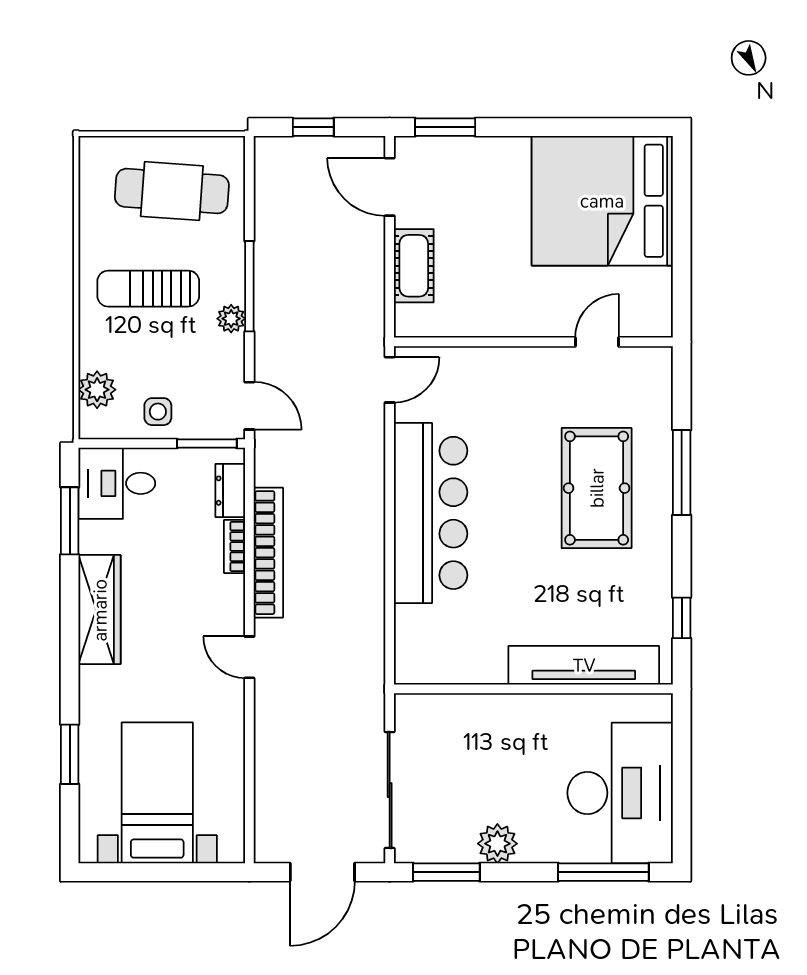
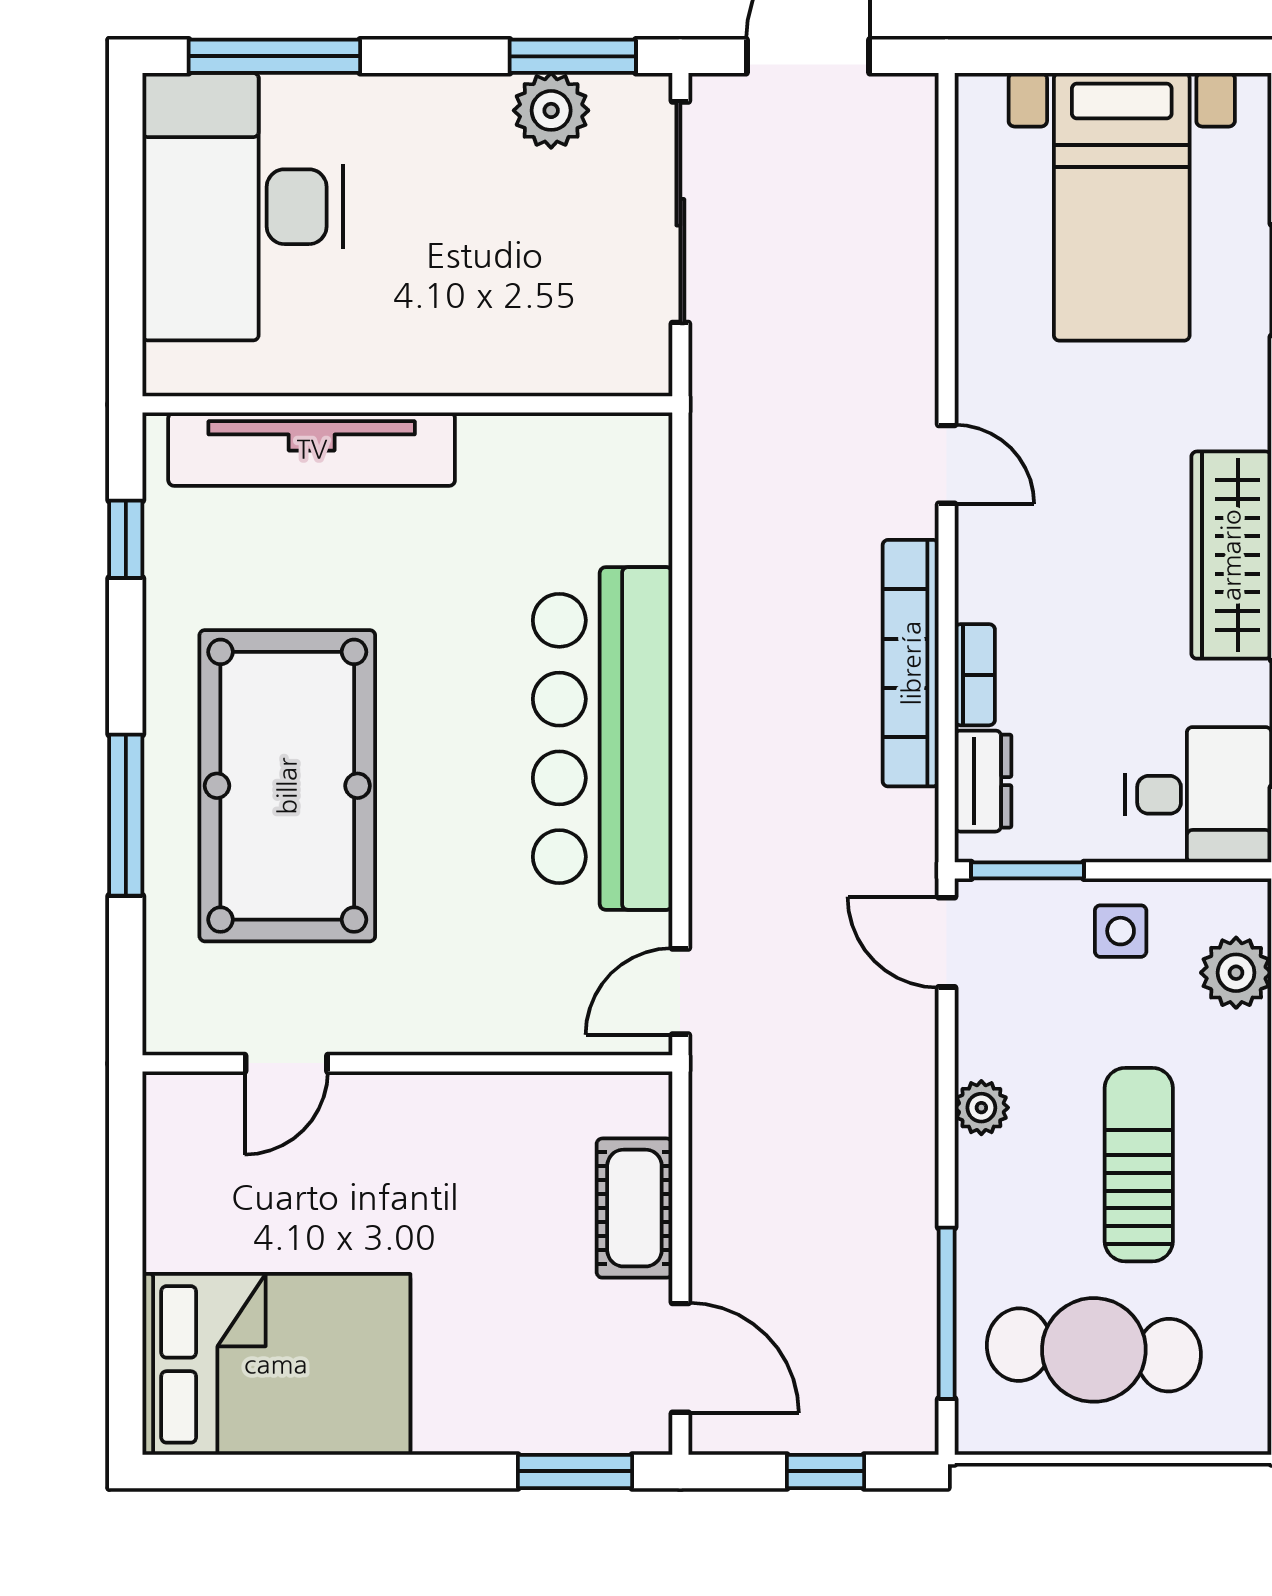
bed: (602, 201) -> (276, 1364), width x0.73
window: (249, 286) -> (947, 1313), moved
sun lounger: (148, 289) -> (1139, 1165), turned -90
pool table: (597, 488) -> (287, 786), width x1.36, depth x1.32
plant: (497, 844) -> (551, 110), moved

